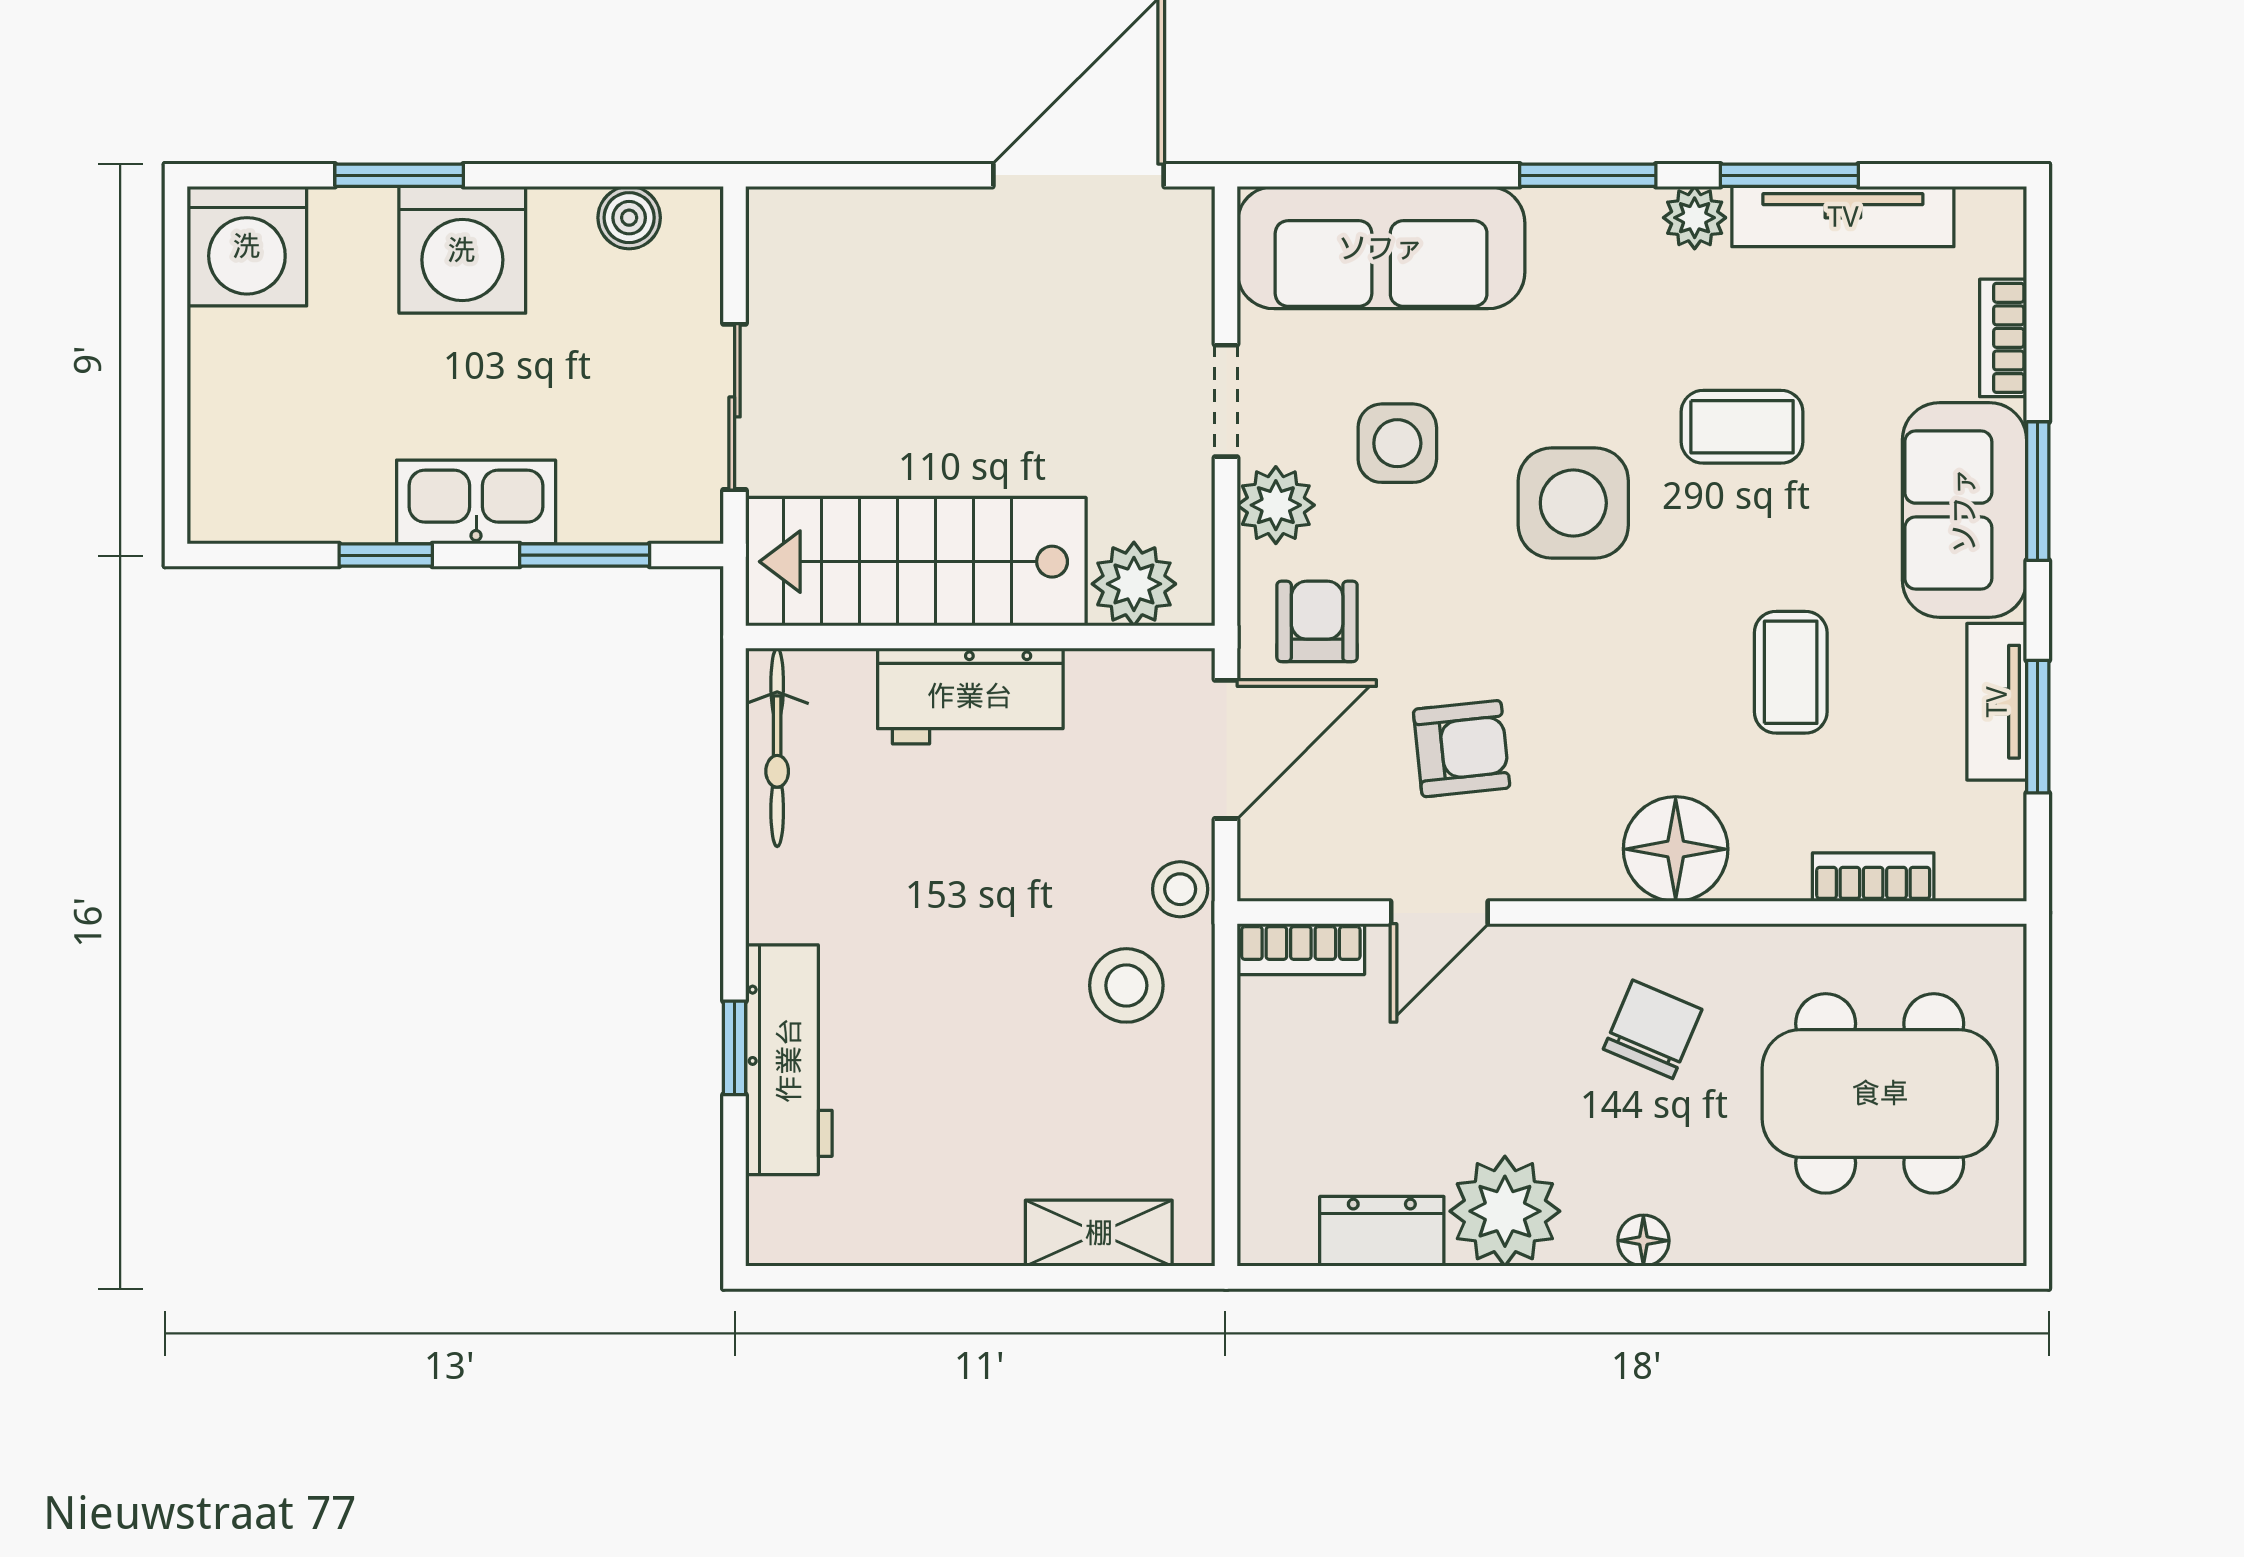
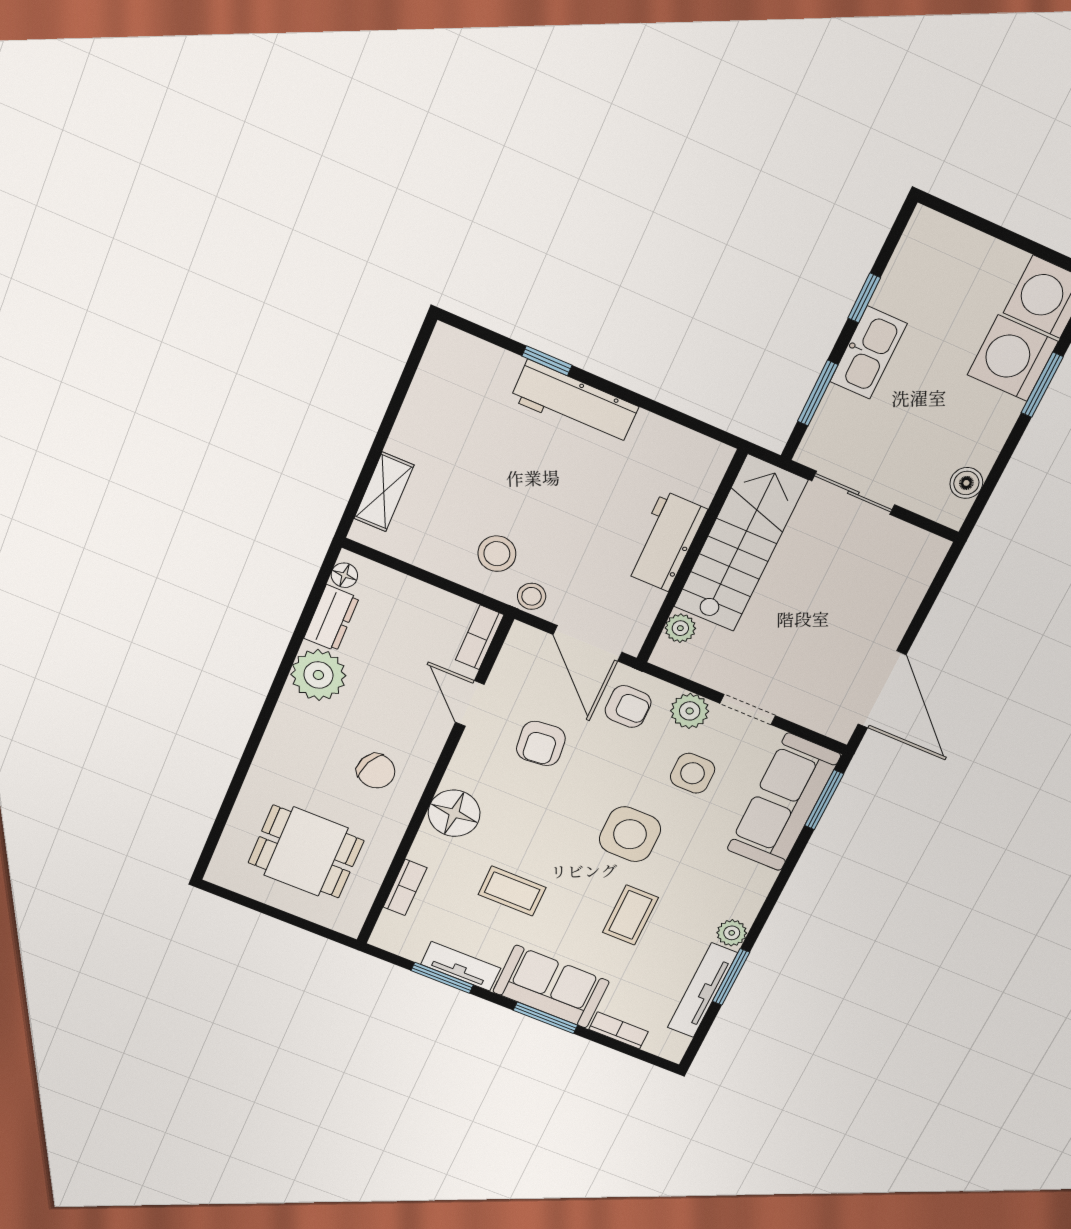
window: (1588, 175) -> (824, 800), moved
washing machine: (462, 250) -> (1013, 358), moved
plant: (1134, 584) -> (680, 628), width x0.73, depth x0.73
bicycle: (777, 747) -> (683, 443), removed
workbench: (789, 1060) -> (575, 403), moved
dining table: (1880, 1093) -> (306, 852), width x0.73
floor lamp: (1643, 1241) -> (344, 575), moved

